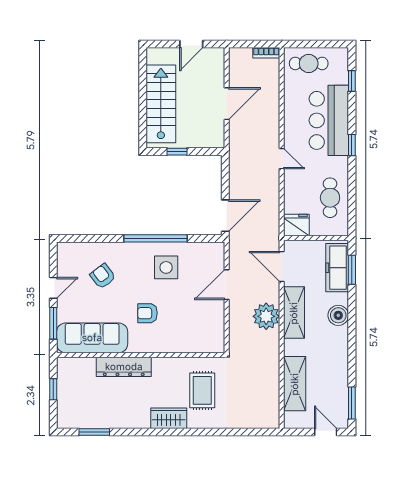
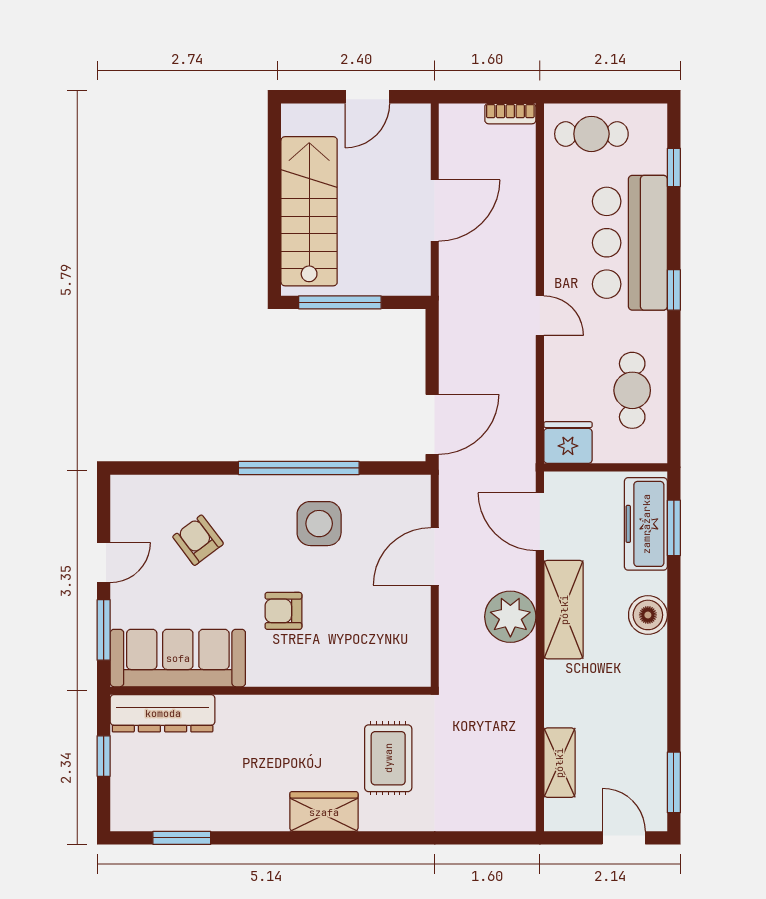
window: (177, 152) -> (340, 302), width x2.17
dresser: (124, 367) -> (163, 713), moved
shelving: (295, 384) -> (559, 763), width x0.67, depth x0.75

